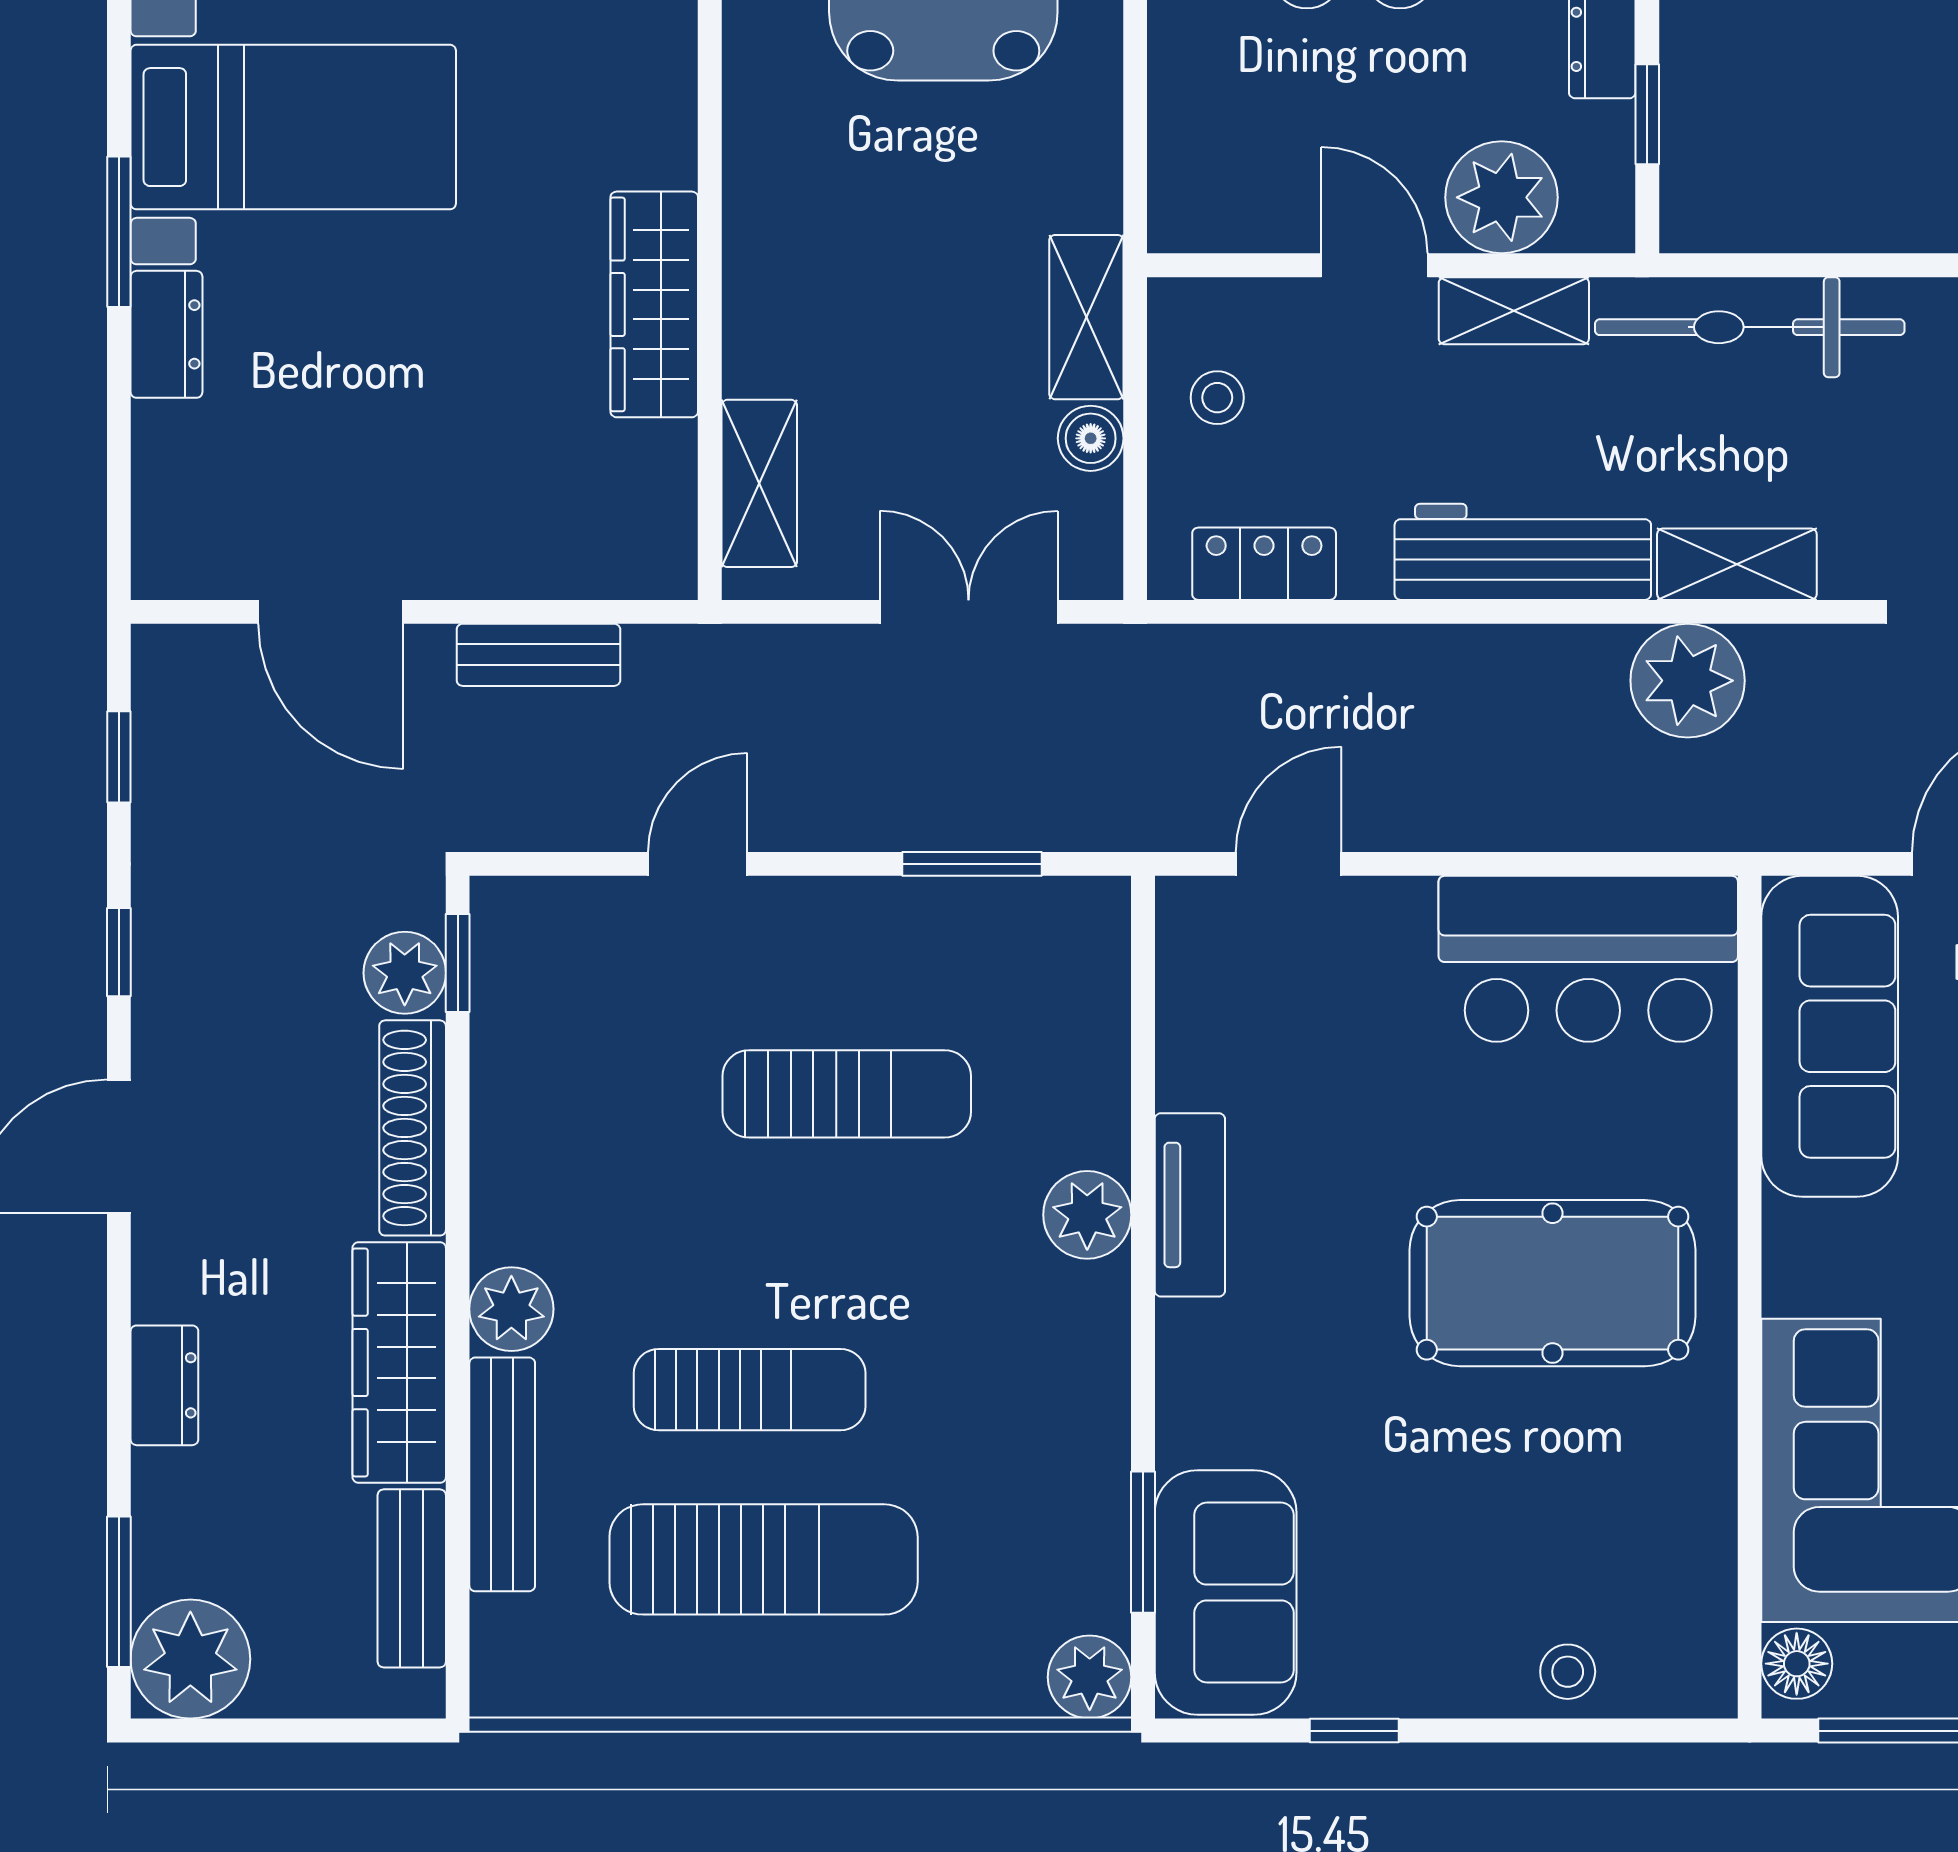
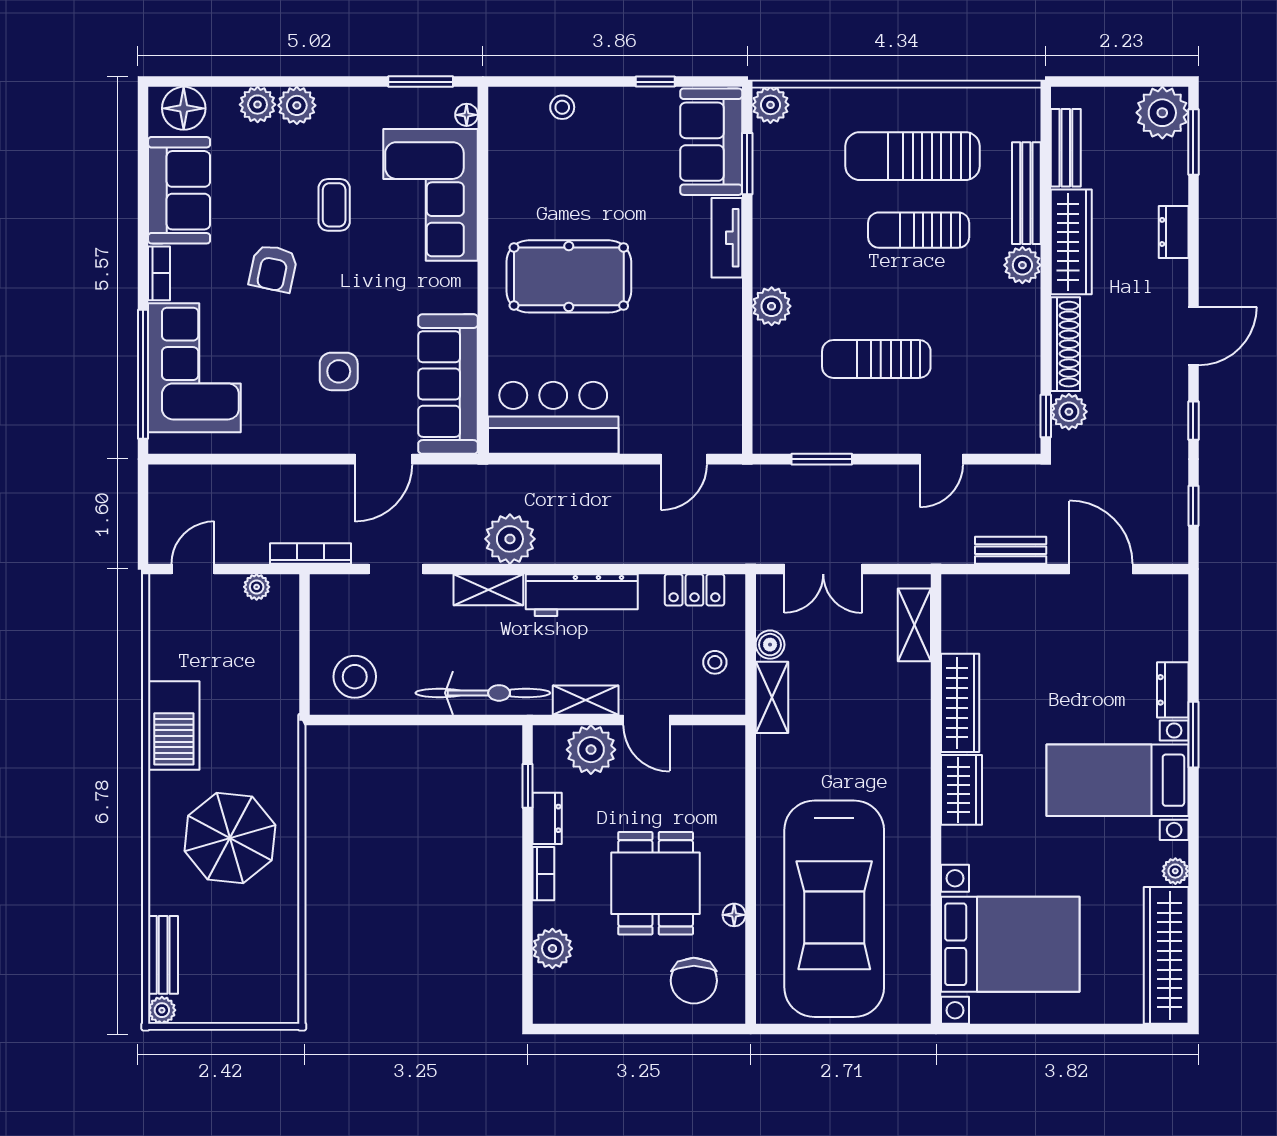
wardrobe: (651, 105) -> (961, 790), added
tv unit: (1190, 1205) -> (727, 238), moved
floor lamp: (1797, 1664) -> (467, 115), width x0.73, depth x0.73

